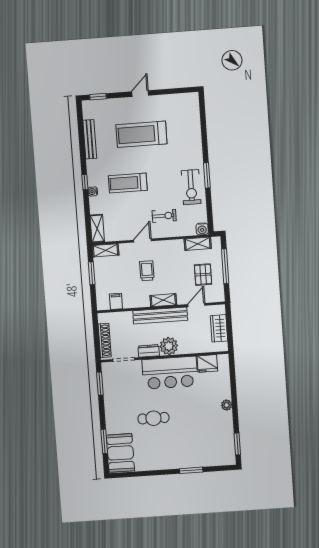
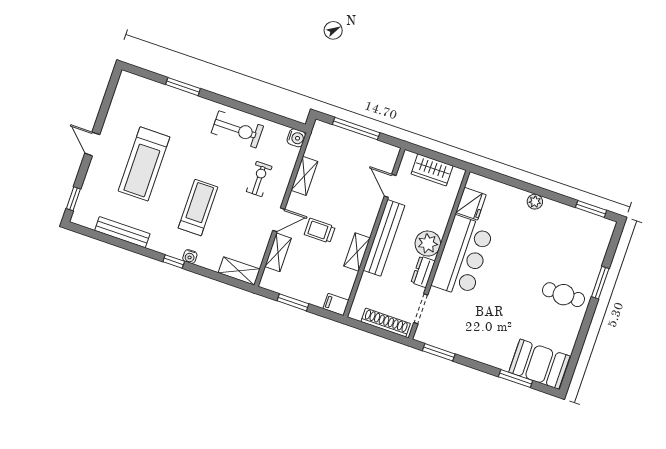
window: (207, 175) -> (183, 87), moved
treadmill: (128, 183) -> (198, 208), turned 180
door: (143, 240) -> (279, 220), swing flipped
shelving: (198, 244) -> (304, 176), moved
shelving: (106, 250) -> (278, 252), moved
pallet: (203, 275) -> (355, 161), removed
shelving: (163, 300) -> (357, 252), moved
filing cabinet: (116, 301) -> (336, 304), moved
cafe table: (153, 418) -> (563, 295), moved, turned 90

